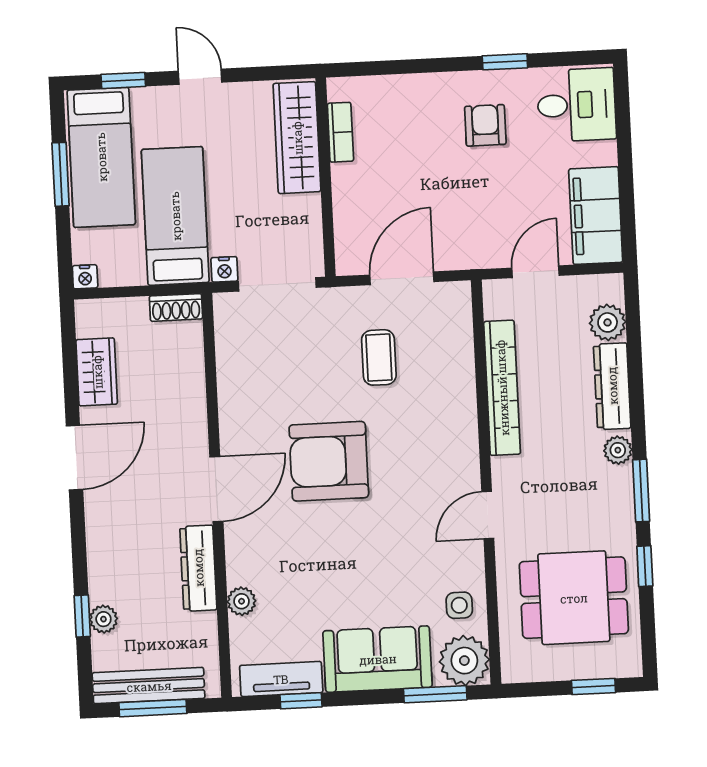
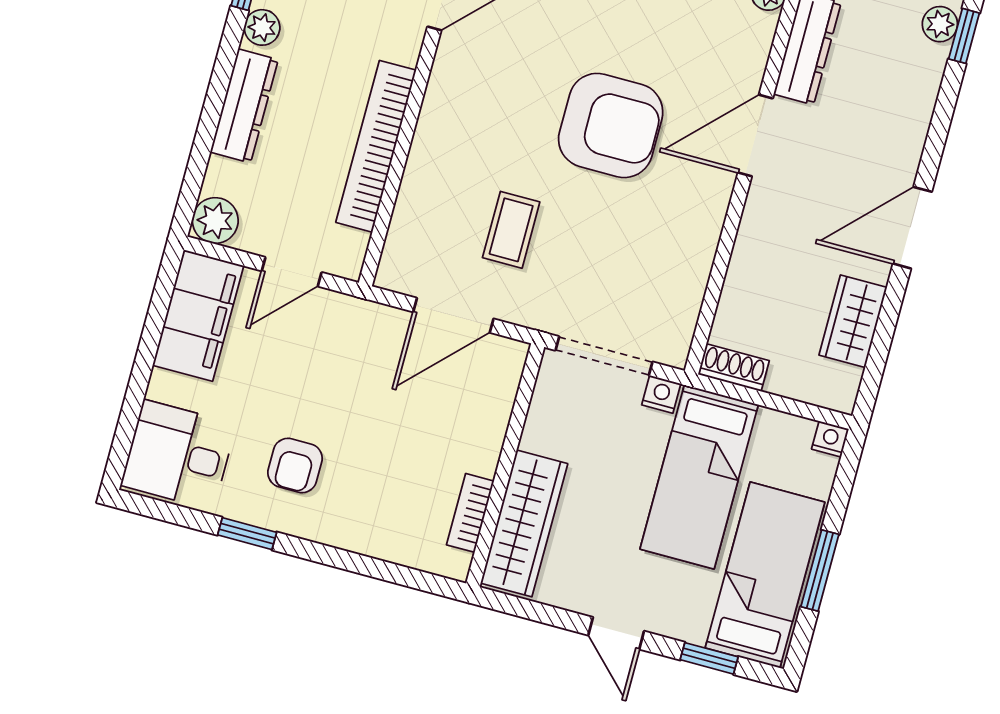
plant: (608, 322) -> (215, 221), moved

